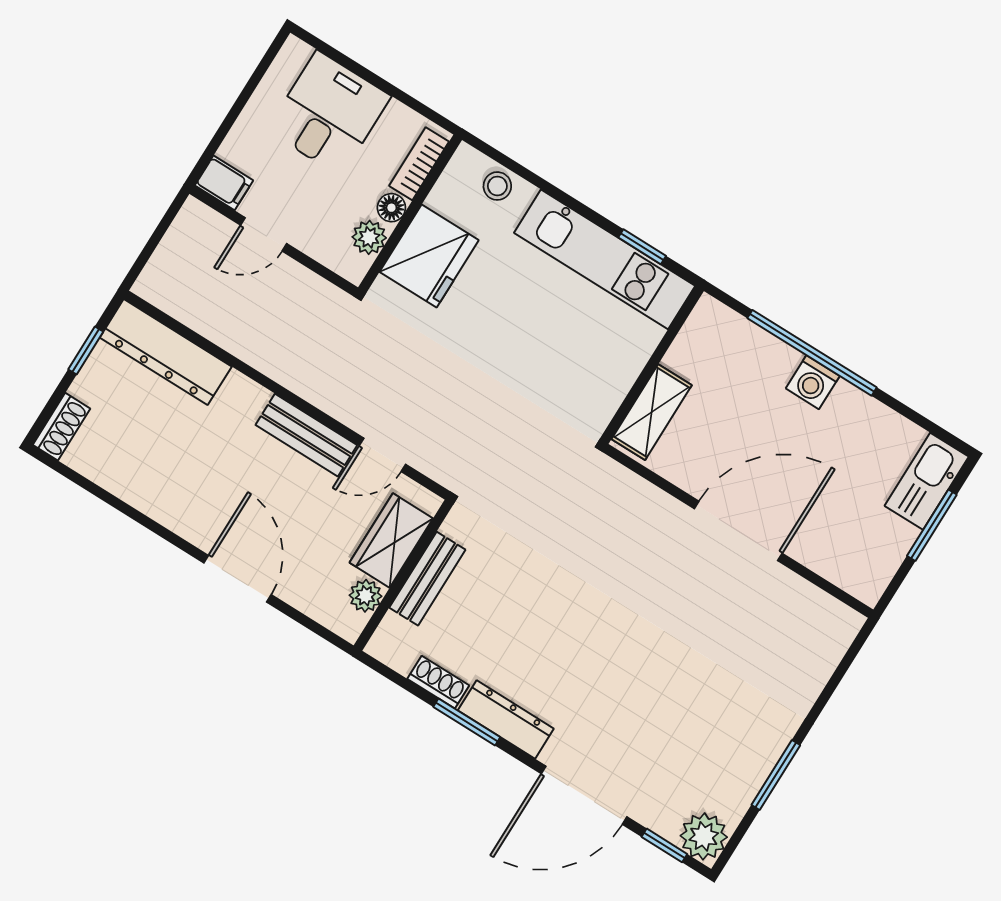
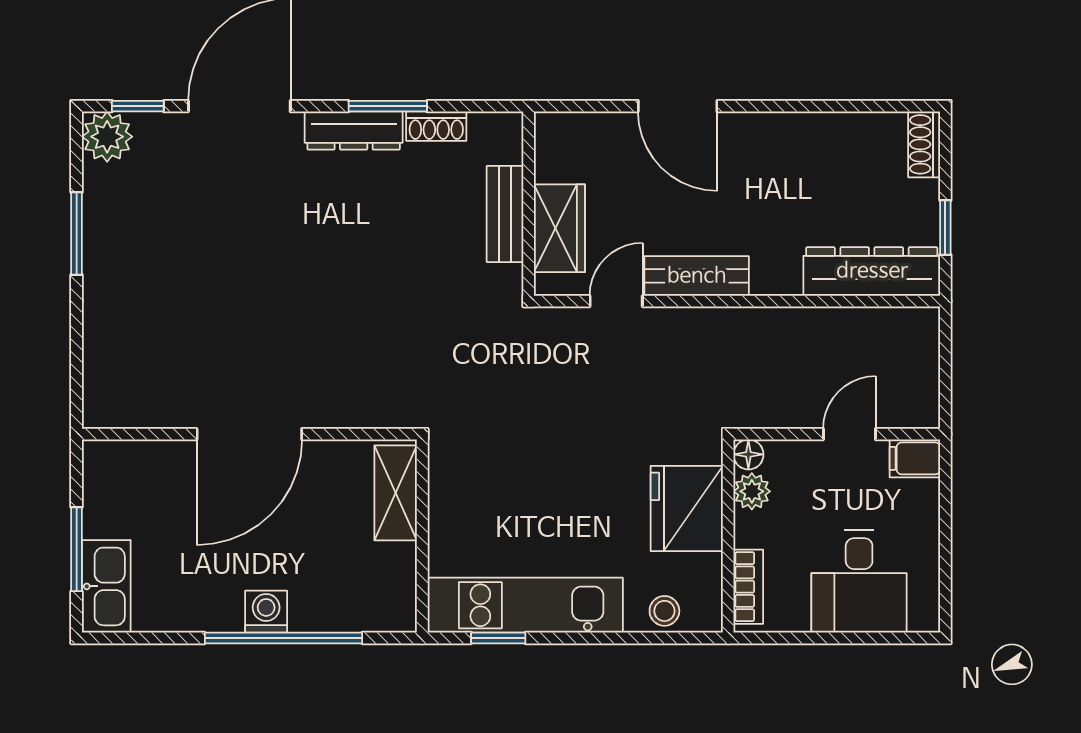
floor lamp: (391, 208) -> (748, 454), moved
plant: (365, 596) -> (551, 163), removed

